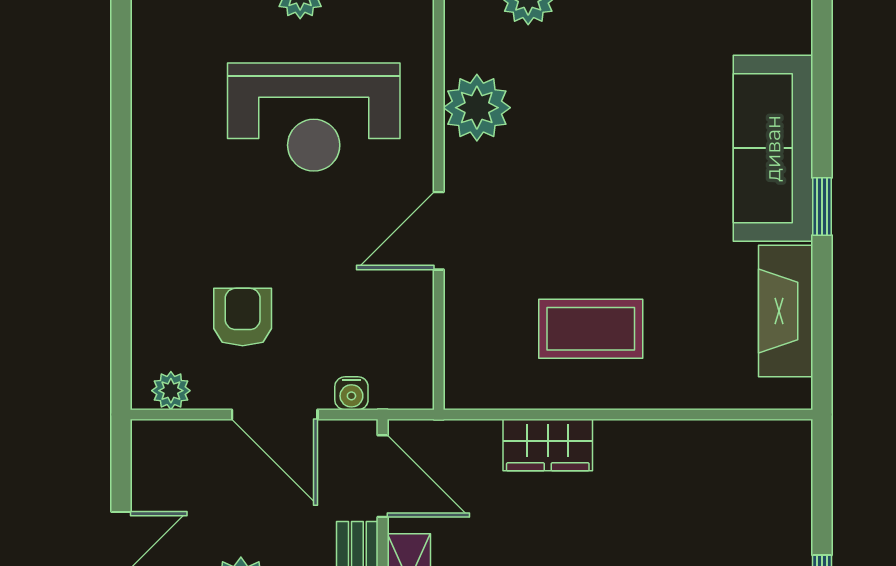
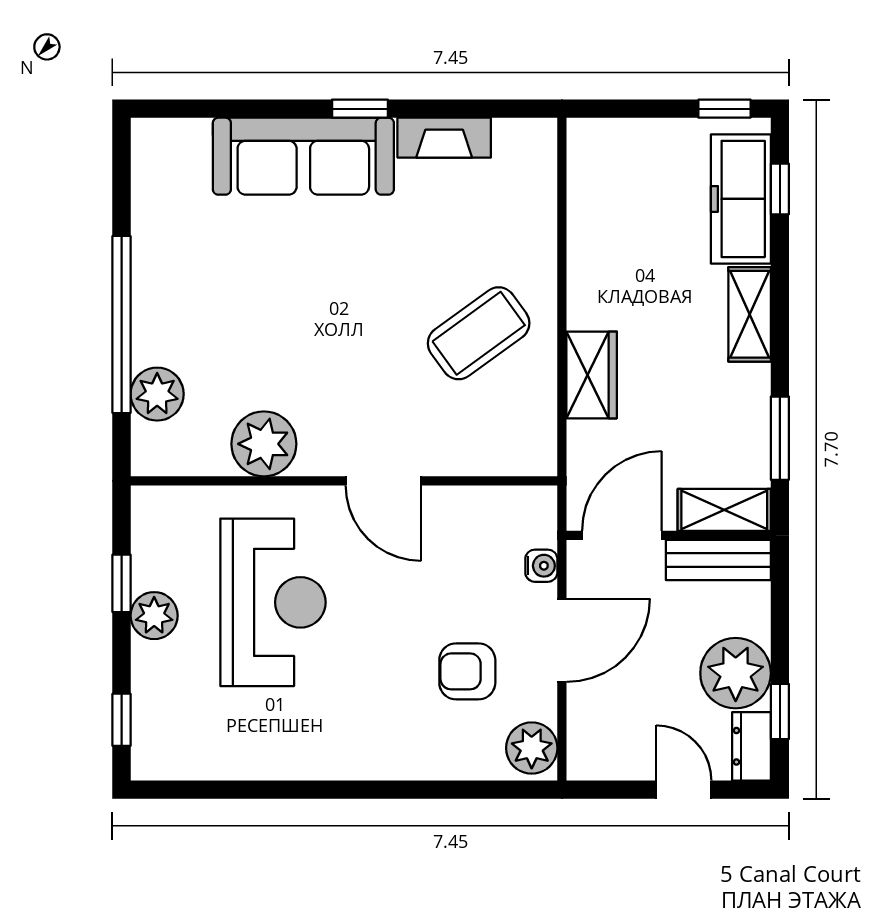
fireplace: (786, 311) -> (444, 138), width x0.73, depth x0.76
coffee table: (591, 329) -> (479, 333), turned 54
plant: (171, 391) -> (532, 748), width x1.38, depth x1.38

